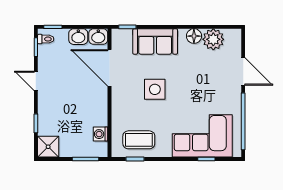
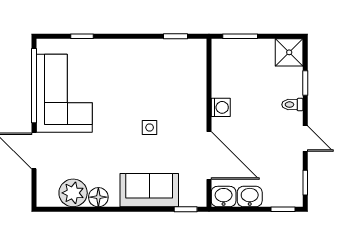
toilet: (46, 39) -> (292, 105), moved
side table: (155, 89) -> (150, 127), width x0.54, depth x0.54
washing machine: (100, 134) -> (221, 107), moved
corner sofa: (202, 136) -> (64, 93), moved, turned -90
coffee table: (139, 140) -> (171, 61), removed

